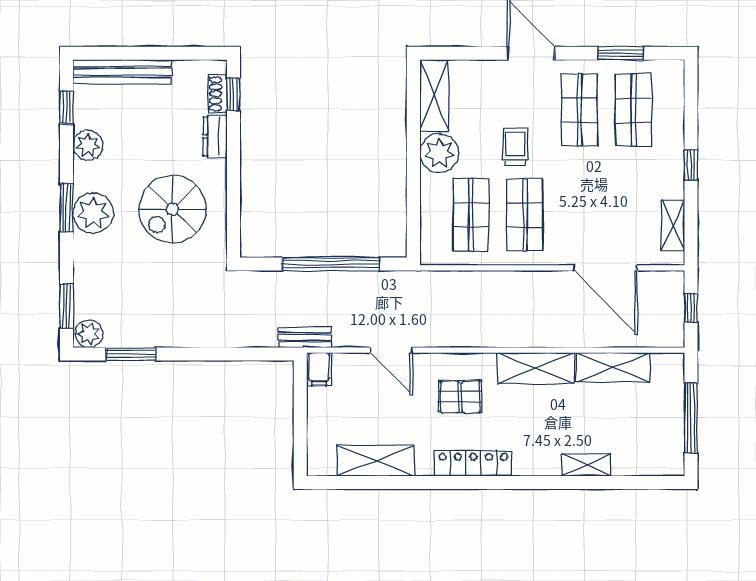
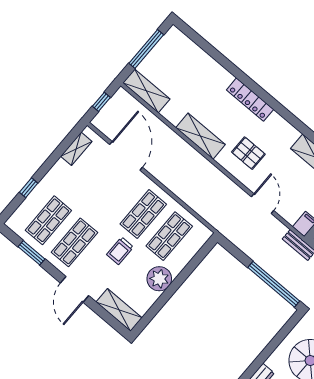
shelving: (434, 96) -> (119, 310), moved, turned 90
window: (691, 165) -> (29, 188), moved
window: (331, 264) -> (274, 284), moved
shelving: (613, 367) -> (146, 91), moved
locker: (473, 463) -> (250, 100), moved
shelving: (586, 465) -> (216, 69), removed

